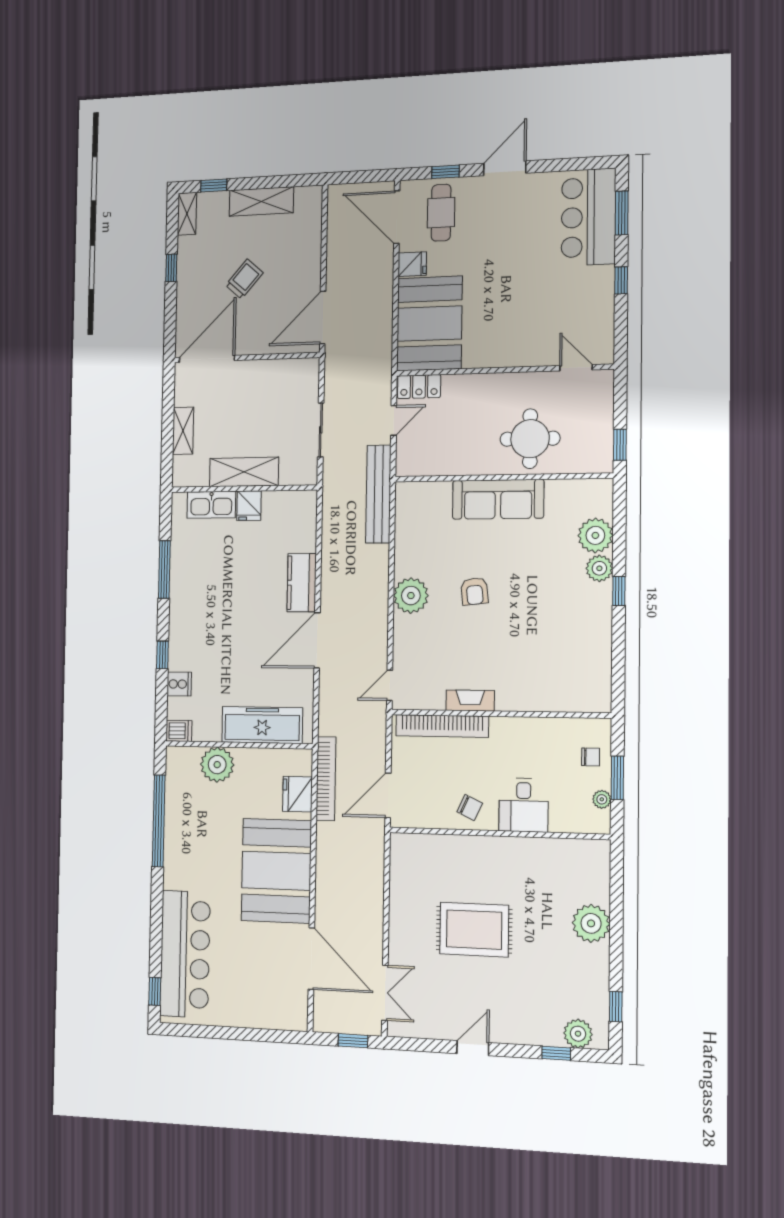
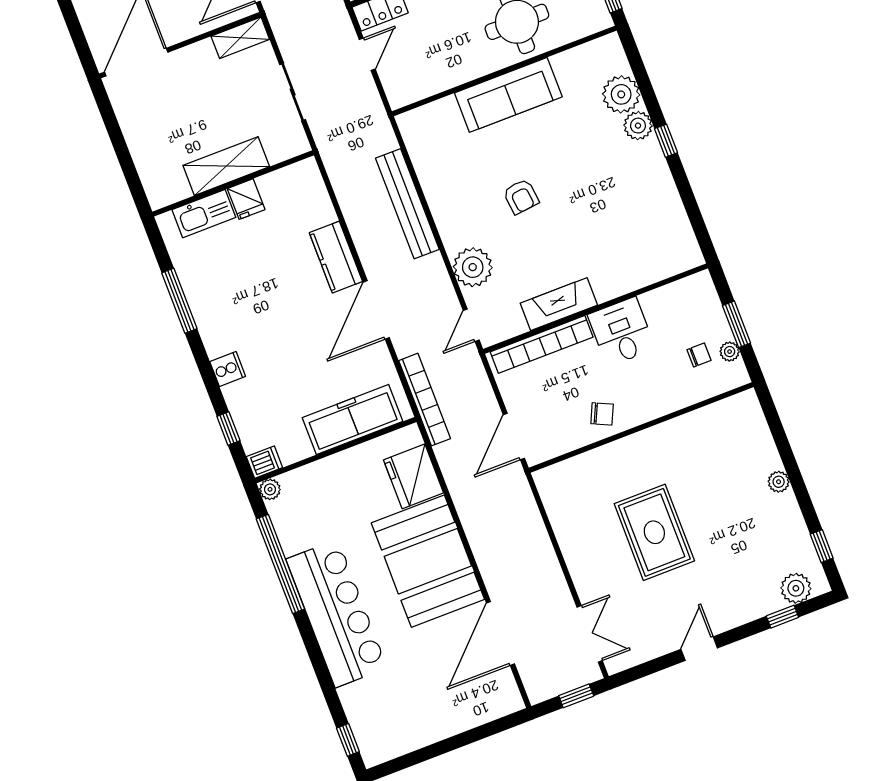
shelving: (183, 431) -> (240, 38), moved, turned 90
bench: (378, 494) -> (407, 204), moved
plant: (411, 596) -> (473, 267), moved
window: (162, 655) -> (228, 428), moved
cooker: (179, 684) -> (228, 369), moved
fireplace: (470, 700) -> (559, 304), width x1.37, depth x1.32
chair: (591, 757) -> (699, 355), moved
plant: (217, 765) -> (270, 489), moved, width x0.53, depth x0.53
bookcase: (326, 779) -> (425, 400), moved
fridge: (297, 794) -> (414, 476), width x1.36, depth x1.34
desk: (524, 805) -> (621, 332), moved, turned 180
plant: (591, 923) -> (779, 482), width x0.53, depth x0.53
rug: (474, 930) -> (654, 532), turned 90
bar counter: (185, 954) -> (337, 614), moved
door: (311, 959) -> (500, 633), swing flipped

